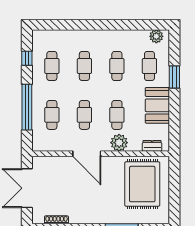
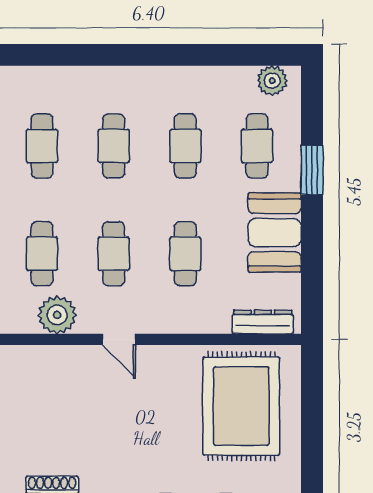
plant: (119, 143) -> (57, 315), moved
dresser: (152, 146) -> (263, 322), width x1.44
door: (87, 154) -> (119, 339), width x0.53

